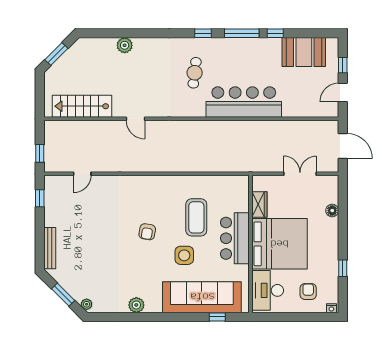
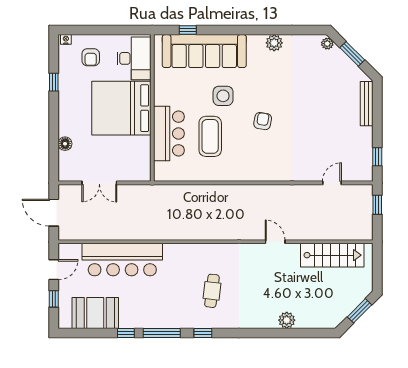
bar counter: (244, 102) -> (122, 260), moved
wardrobe: (259, 204) -> (143, 150), removed
bar counter: (235, 238) -> (169, 134), moved

